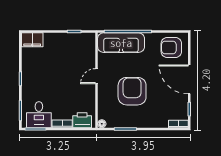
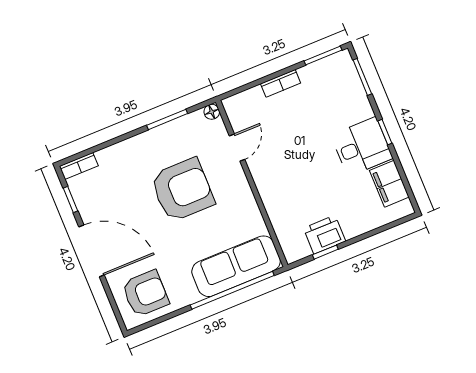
filing cabinet: (32, 40) -> (389, 184), moved, turned -90
door: (96, 76) -> (237, 148), moved
armchair: (132, 91) -> (182, 190), turned -90
desk: (39, 115) -> (362, 147), moved, turned 90
printer: (82, 120) -> (325, 235), moved, turned 180

